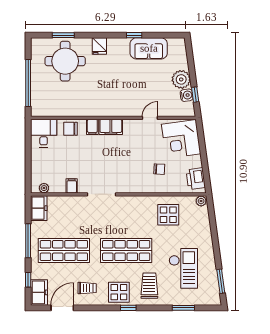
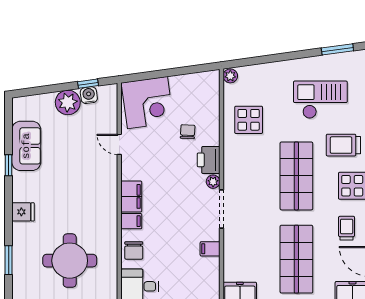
round table: (65, 61) -> (70, 261), moved
printer: (196, 179) -> (209, 160), moved, turned 98
plant: (44, 188) -> (213, 182), moved

